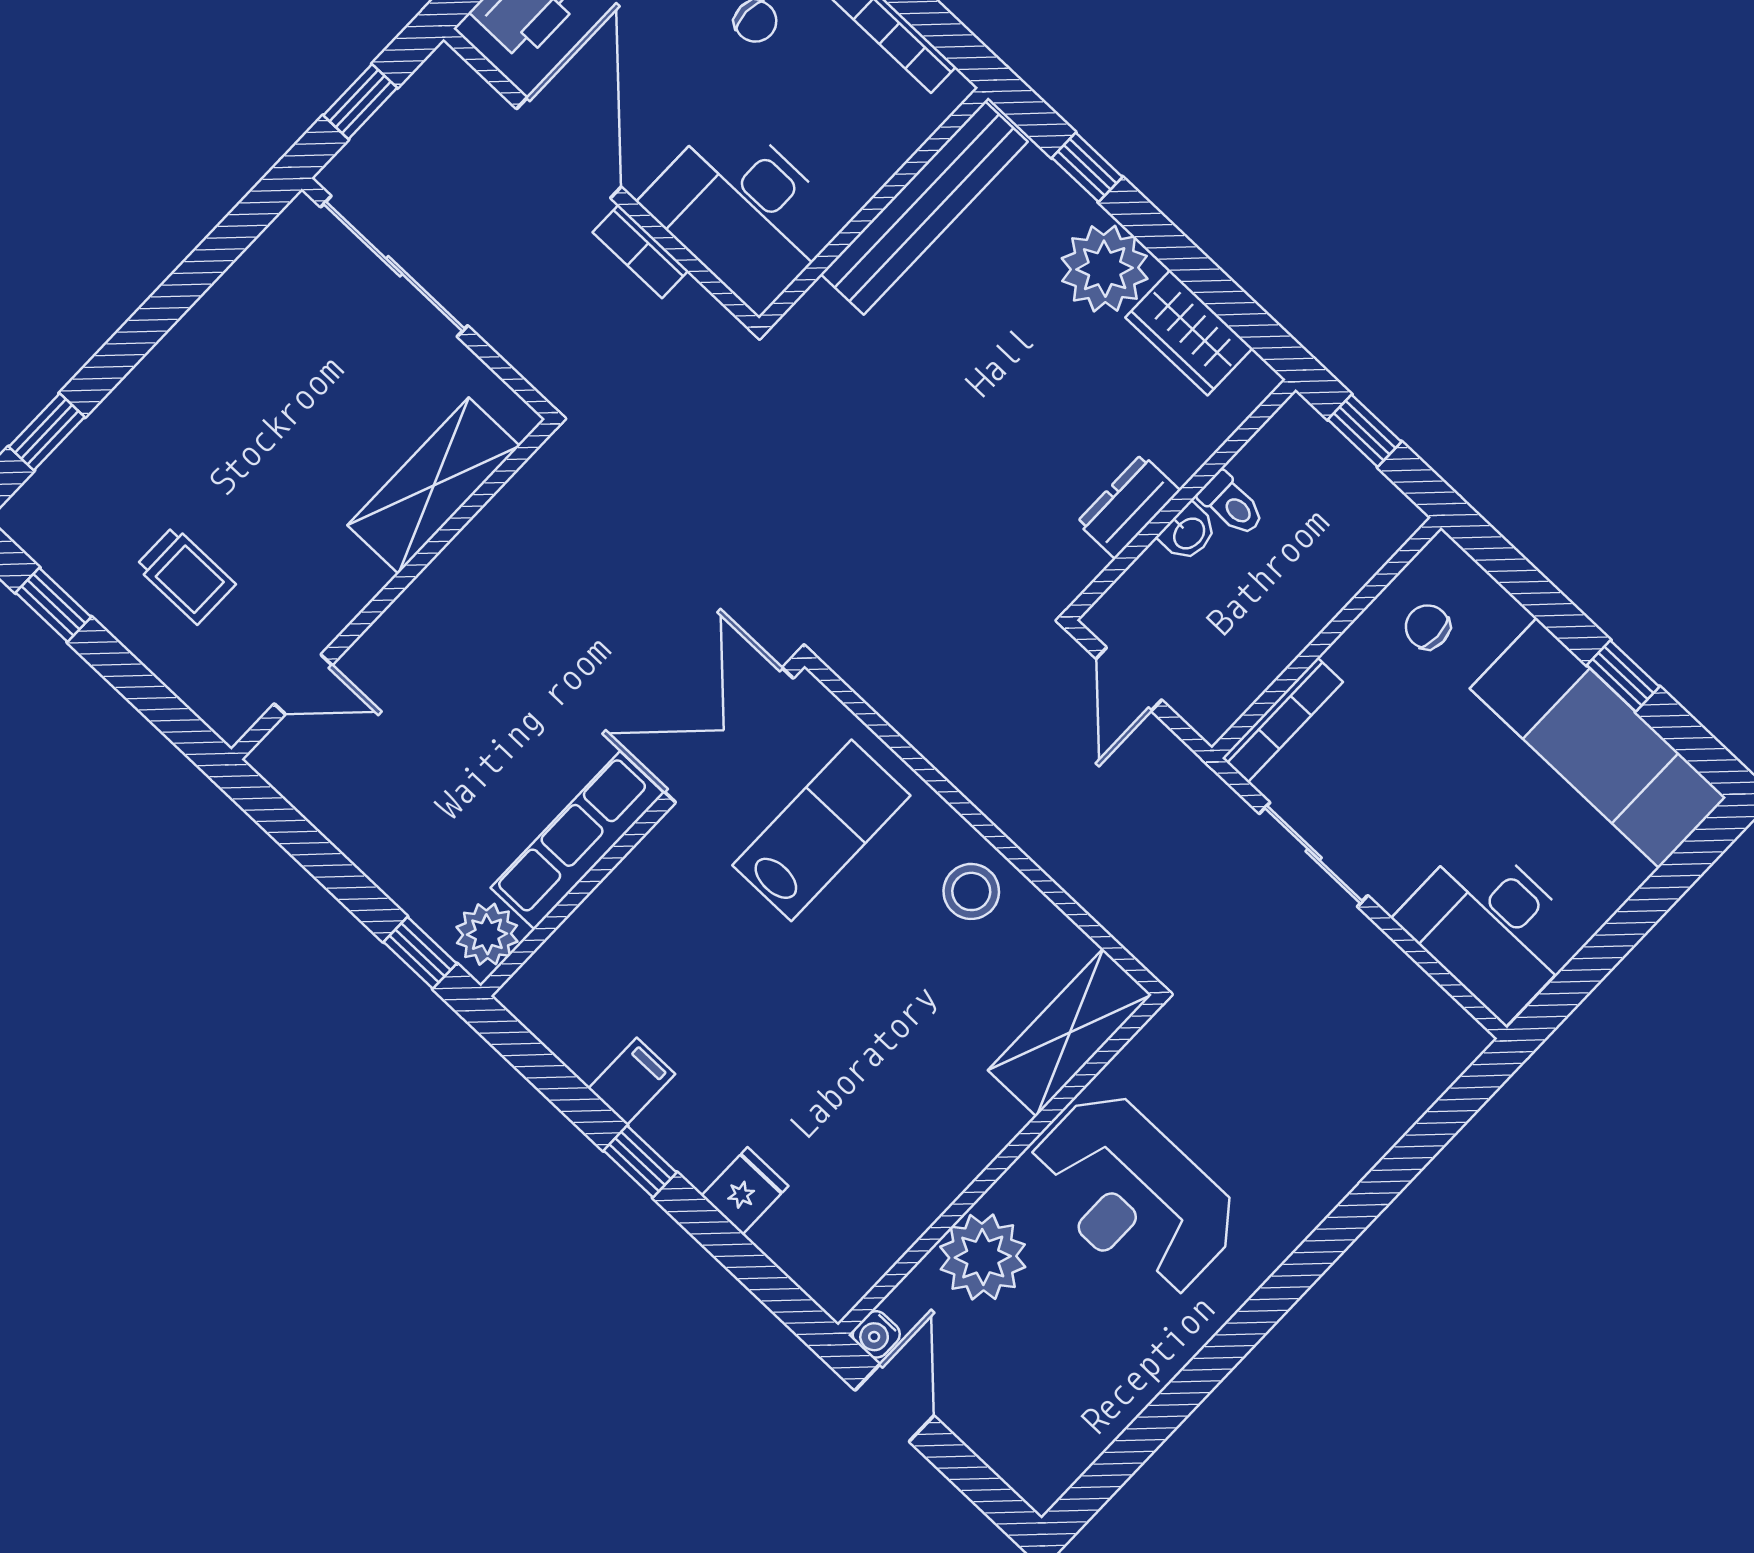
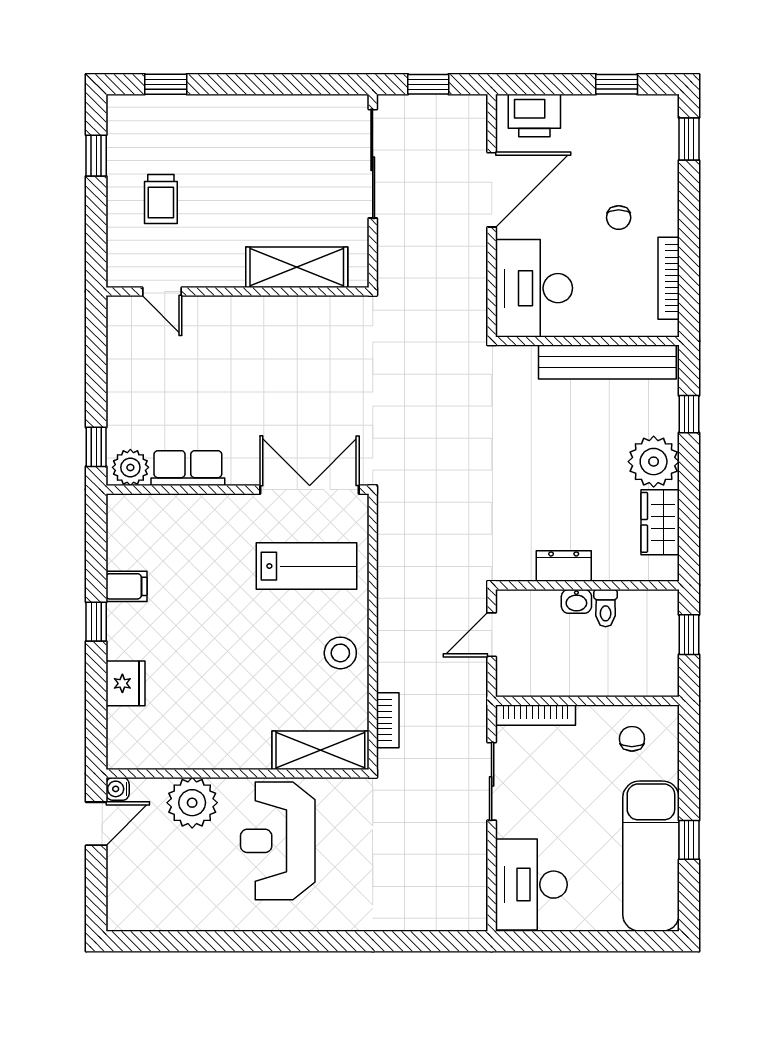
bookcase: (640, 252) -> (388, 720), moved, turned 180
row of seats: (577, 840) -> (188, 468), width x0.68
fridge: (745, 1191) -> (125, 683), width x1.38

